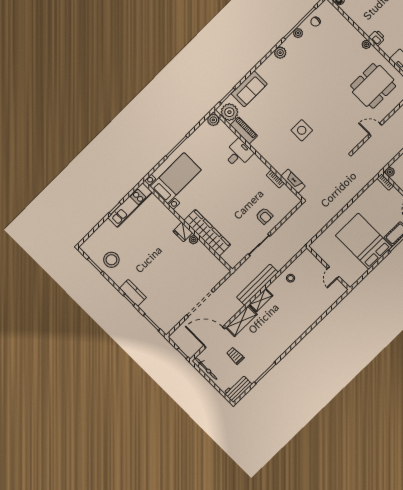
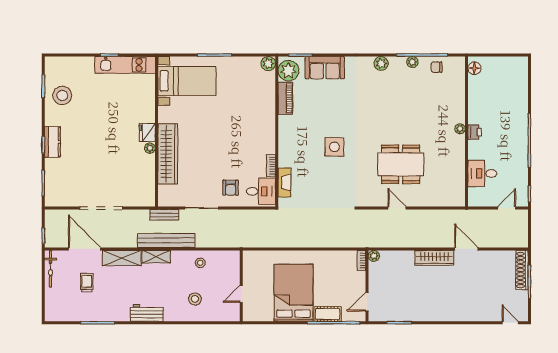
dining table: (373, 86) -> (401, 164), moved
desk: (238, 154) -> (261, 191), moved
bench: (241, 271) -> (164, 215), added
stool: (309, 303) -> (195, 299), added
workbench: (238, 389) -> (147, 313), moved

